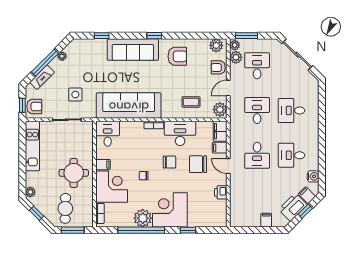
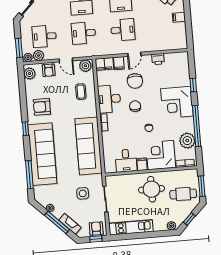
window: (102, 36) -> (29, 175), width x2.17
sofa: (133, 50) -> (42, 154), width x1.36, depth x1.27
armchair: (177, 56) -> (42, 107), turned -90
desk: (108, 134) -> (126, 161), moved, turned -90
plant: (143, 218) -> (187, 141), moved

